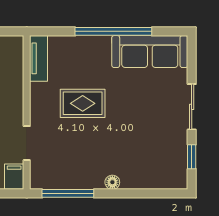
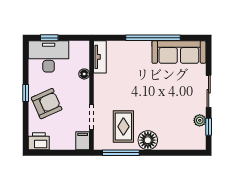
floor lamp: (16, 82) -> (84, 74), added
rug: (83, 103) -> (123, 127), moved, turned 90
plant: (179, 148) -> (200, 120), added
floor lamp: (112, 182) -> (148, 140), width x1.89, depth x1.89

